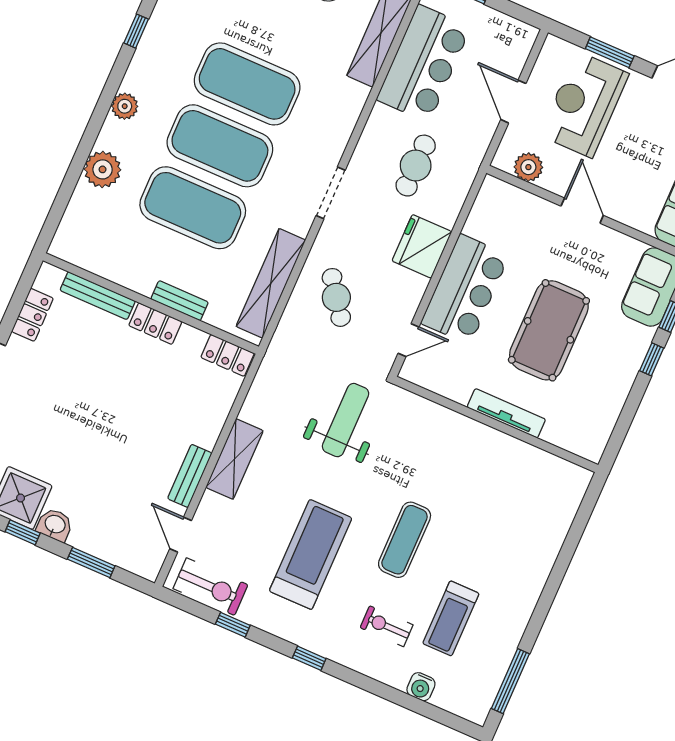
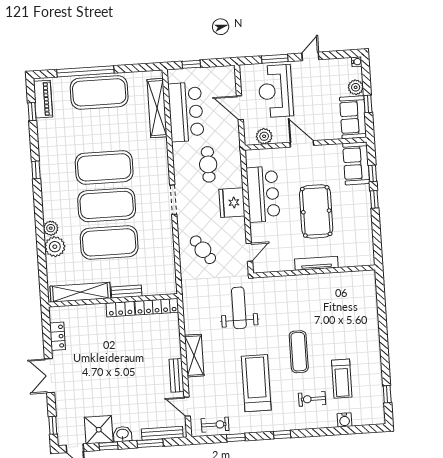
plant: (125, 106) -> (51, 228), moved
shelving: (271, 283) -> (80, 292), moved, turned 90
bar counter: (465, 289) -> (263, 194), moved
bench: (98, 296) -> (162, 433), moved
locker: (228, 355) -> (157, 307), width x1.53
exercise bike: (211, 587) -> (215, 425), width x0.73, depth x0.72
window: (510, 681) -> (387, 394), width x0.46

